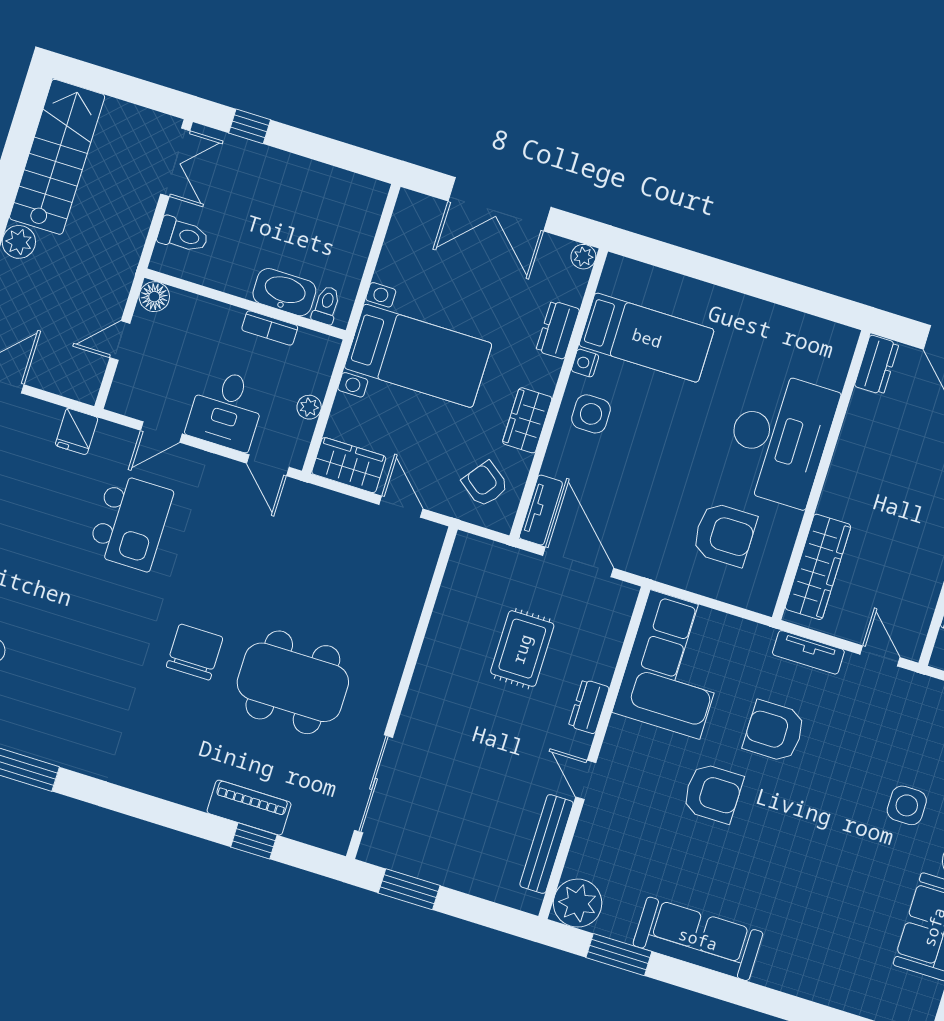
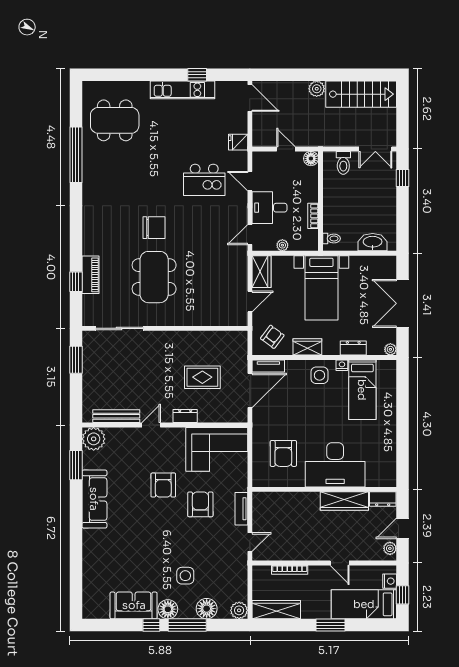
washbasin: (284, 292) -> (373, 242), moved, turned -90
wardrobe: (818, 567) -> (344, 501), moved

